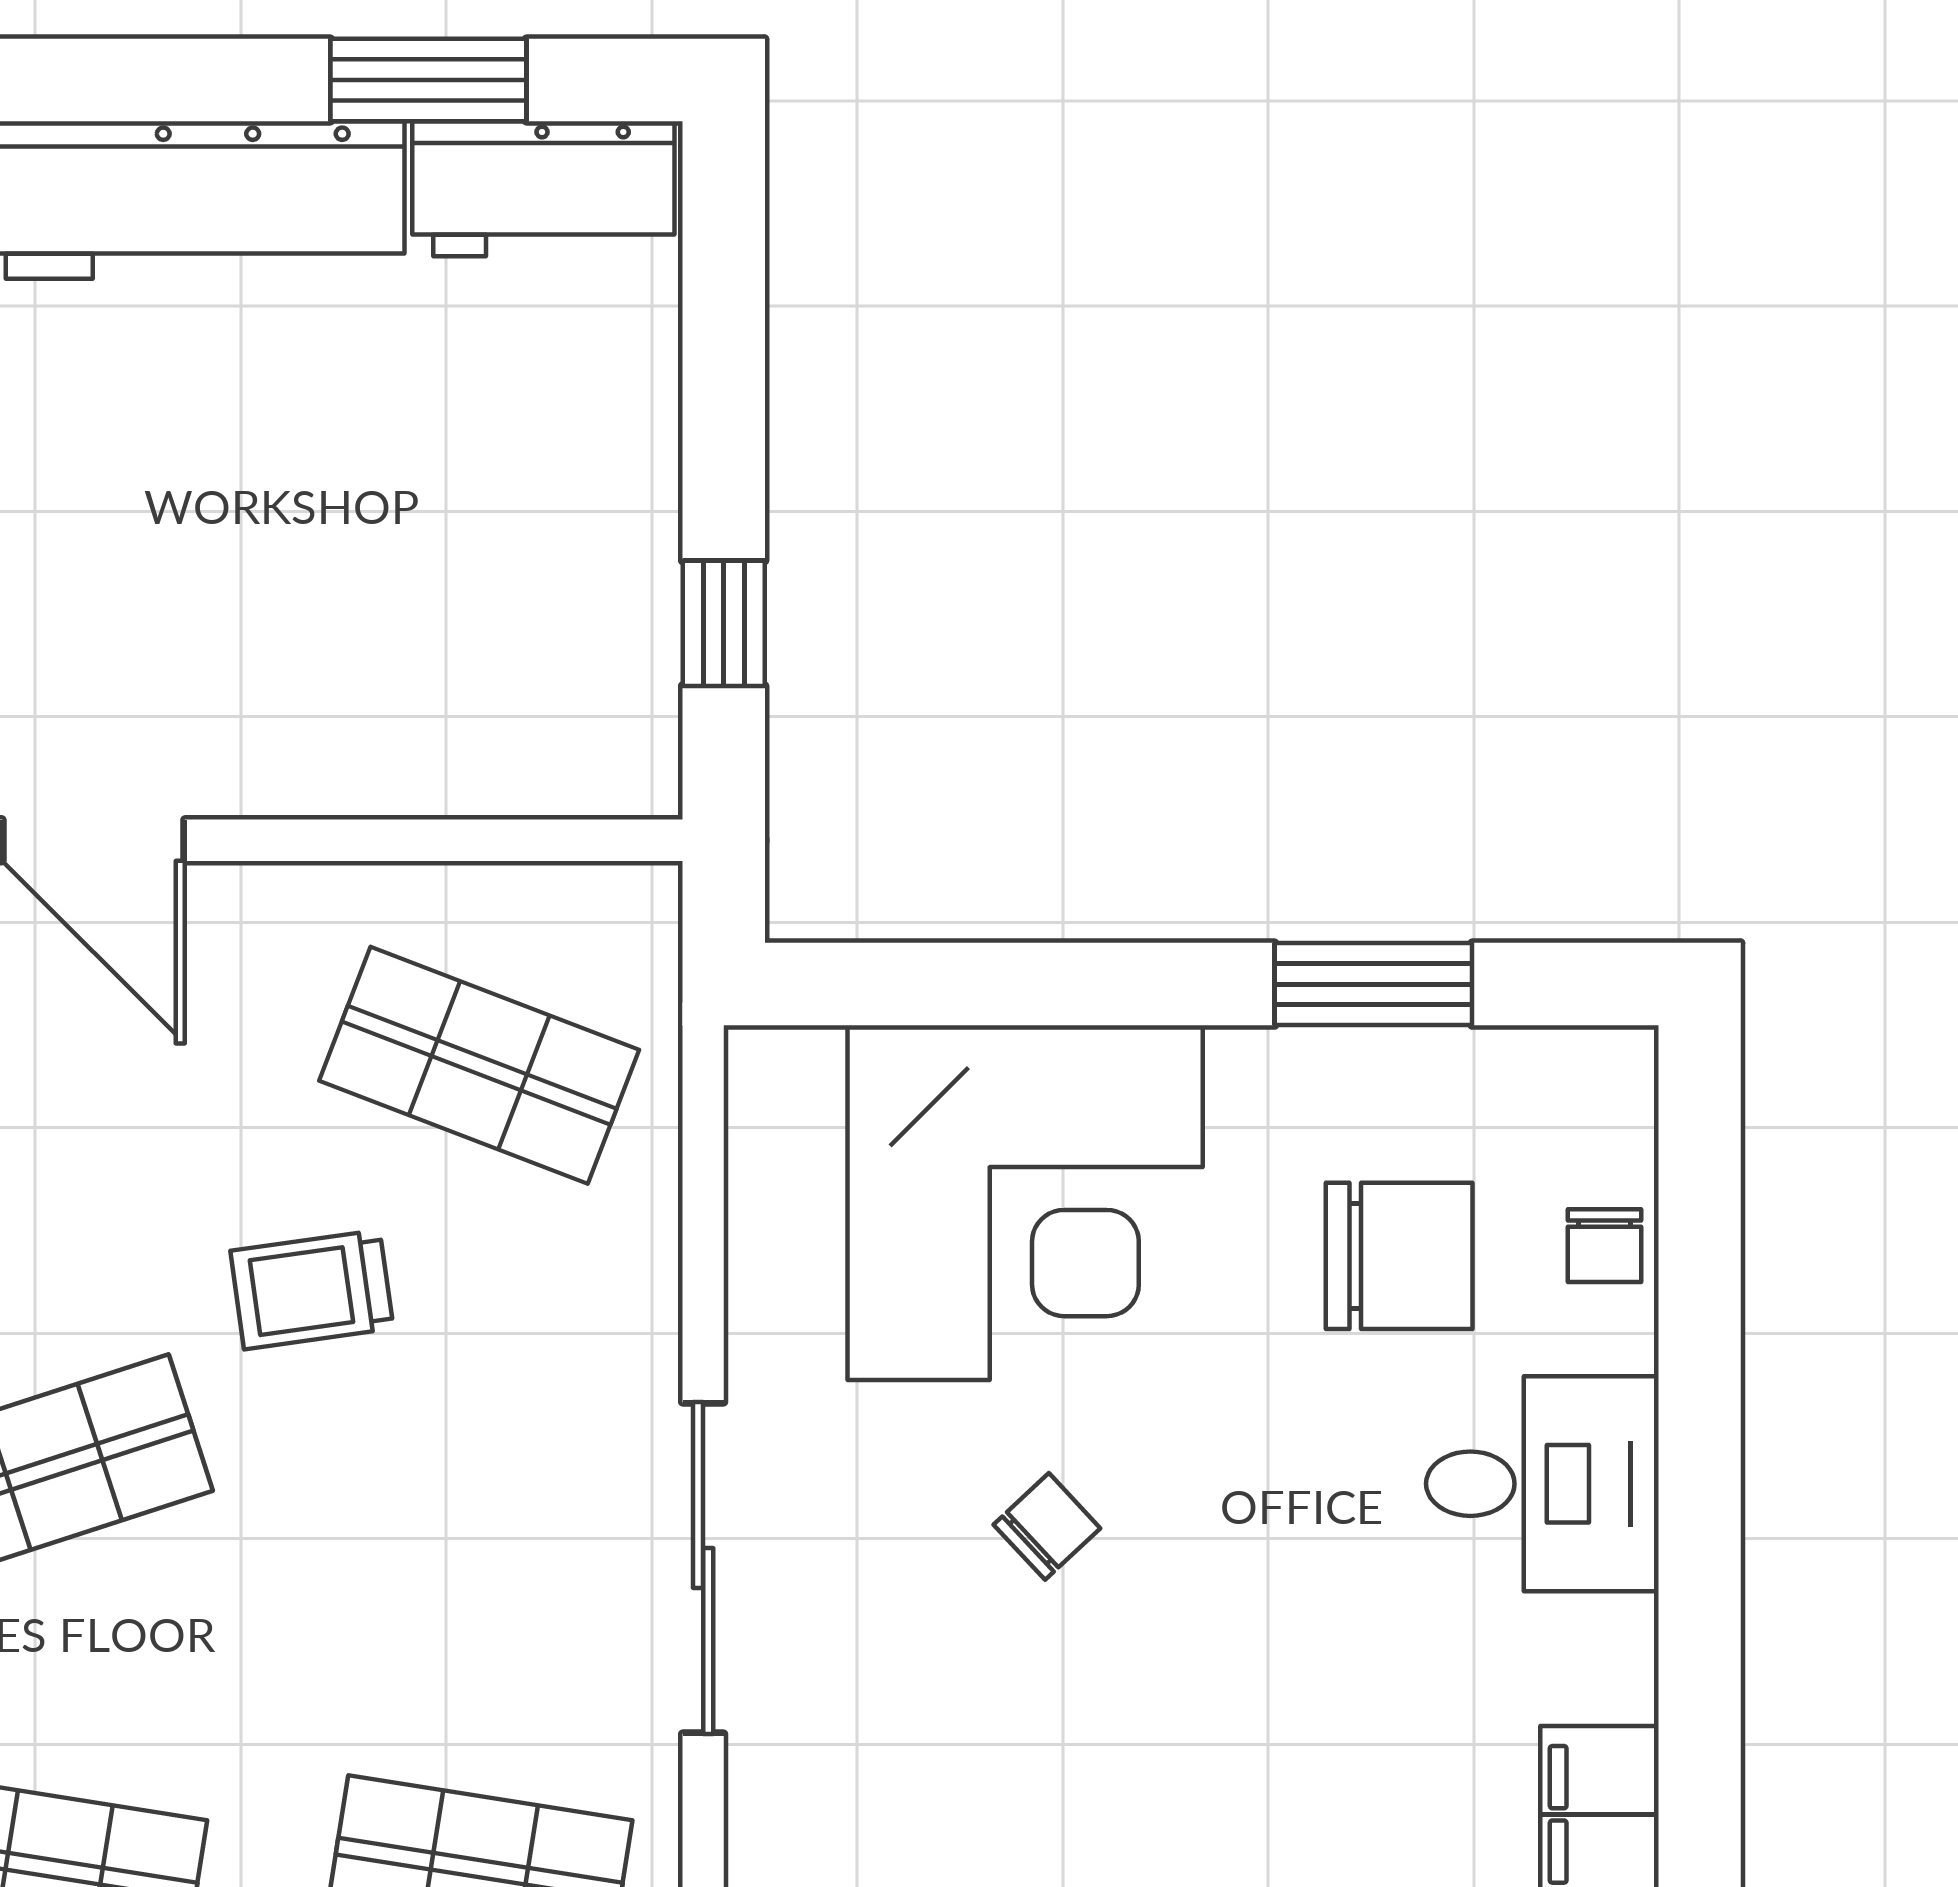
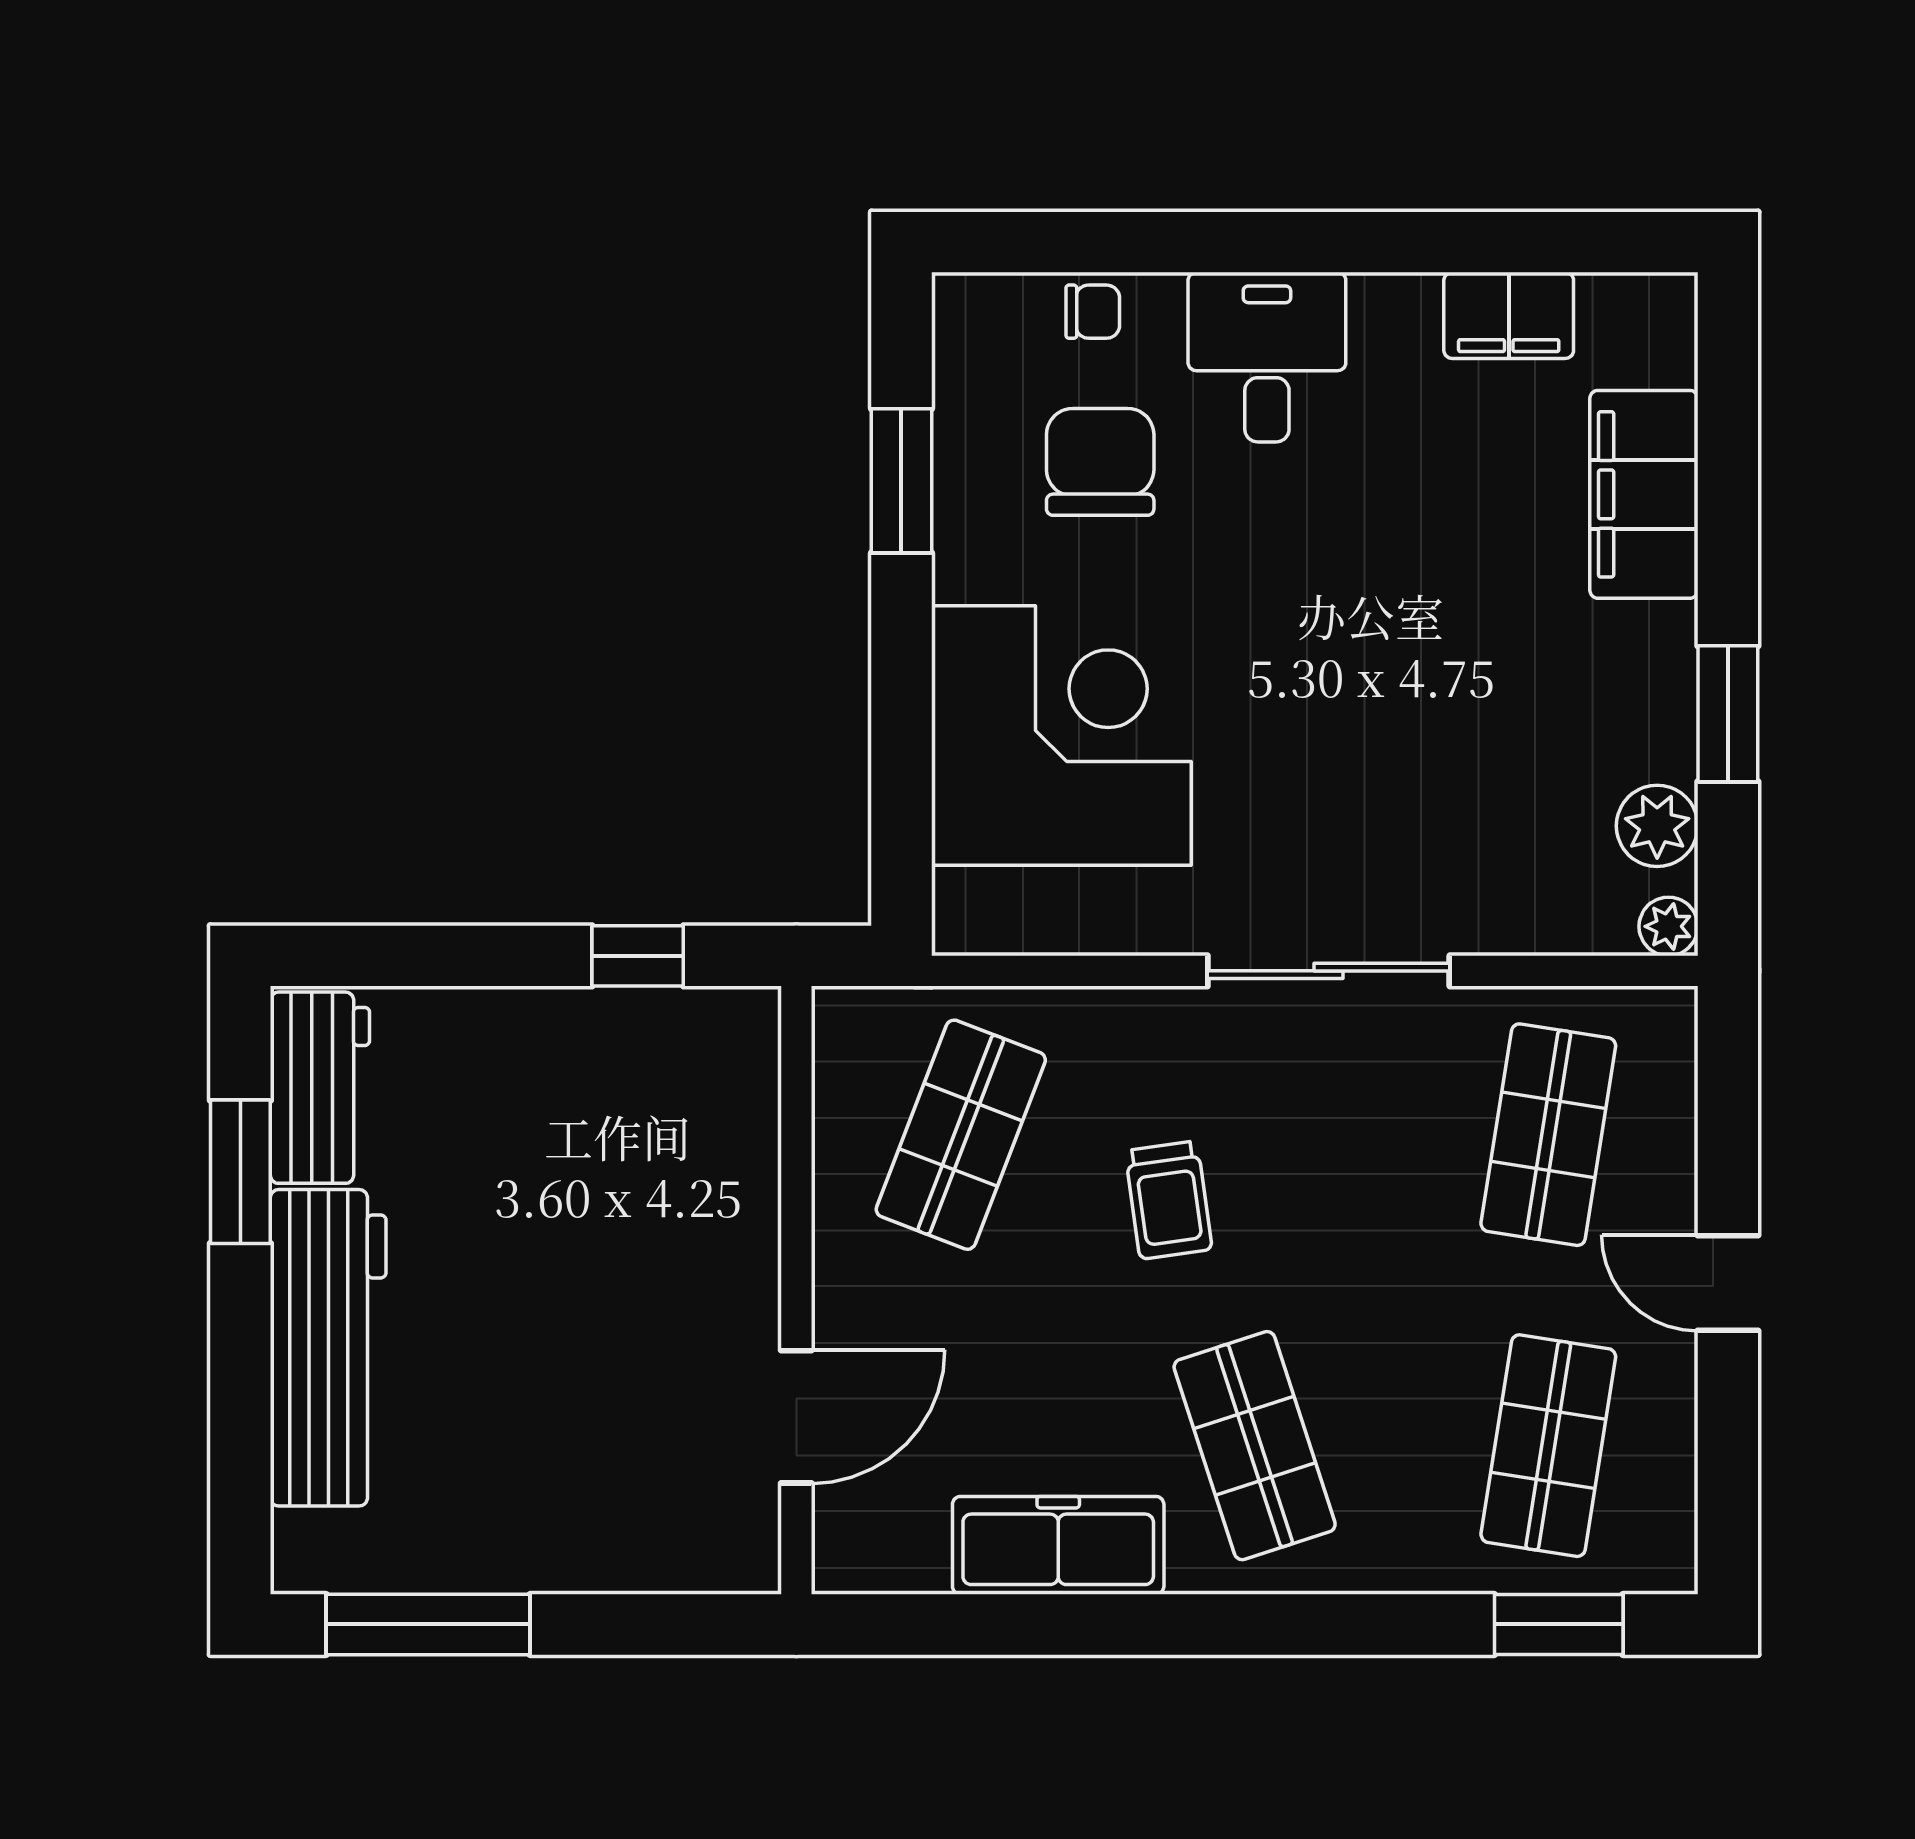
trolley: (312, 1290) -> (1169, 1200), moved
chair: (1047, 1526) -> (1298, 719), removed

